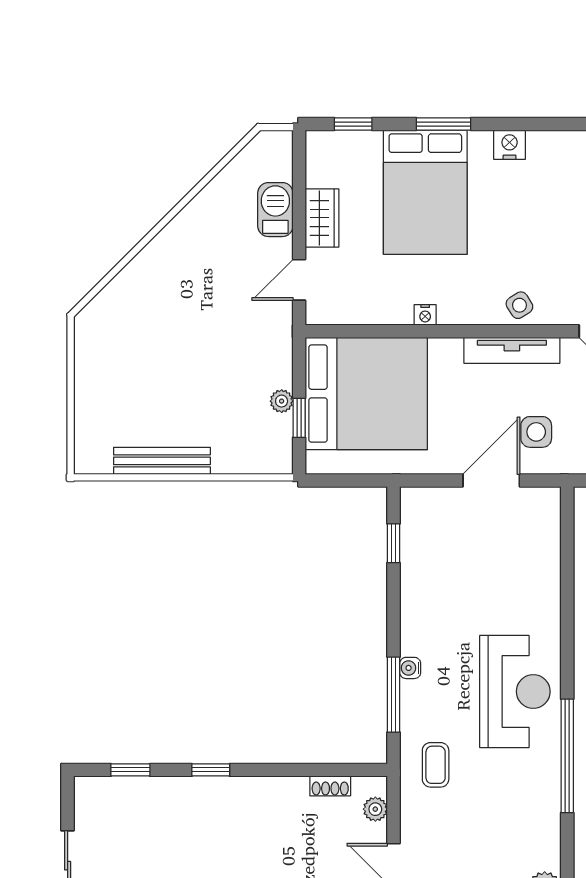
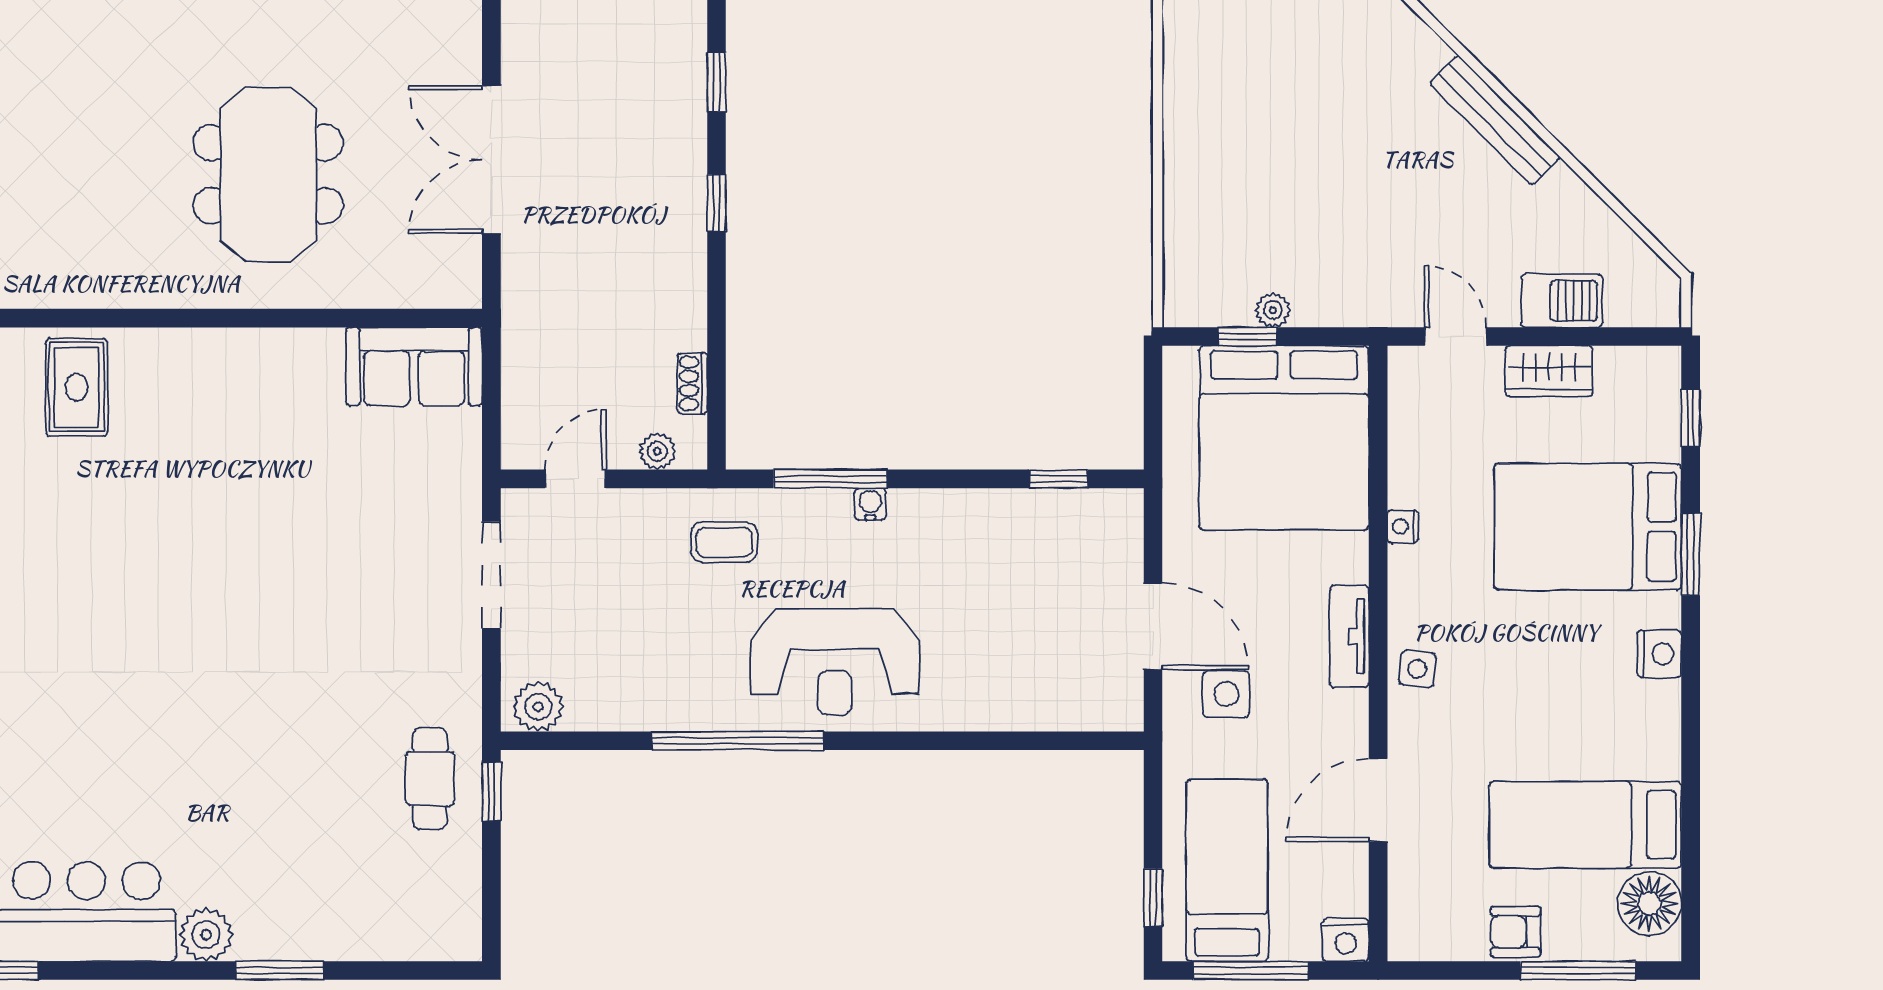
side table: (519, 305) -> (1417, 669), turned 38
tv unit: (512, 350) -> (1349, 636), width x0.71
bench: (162, 461) -> (1495, 120), moved, turned -45

